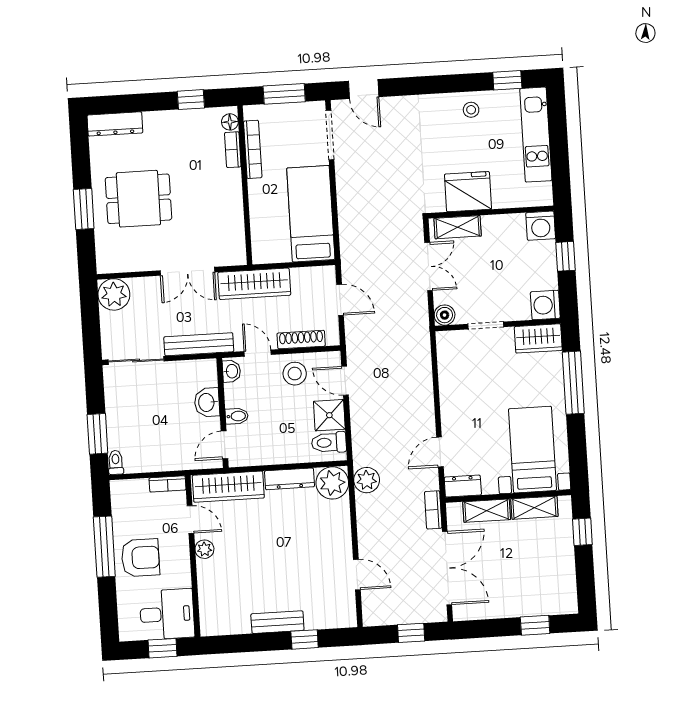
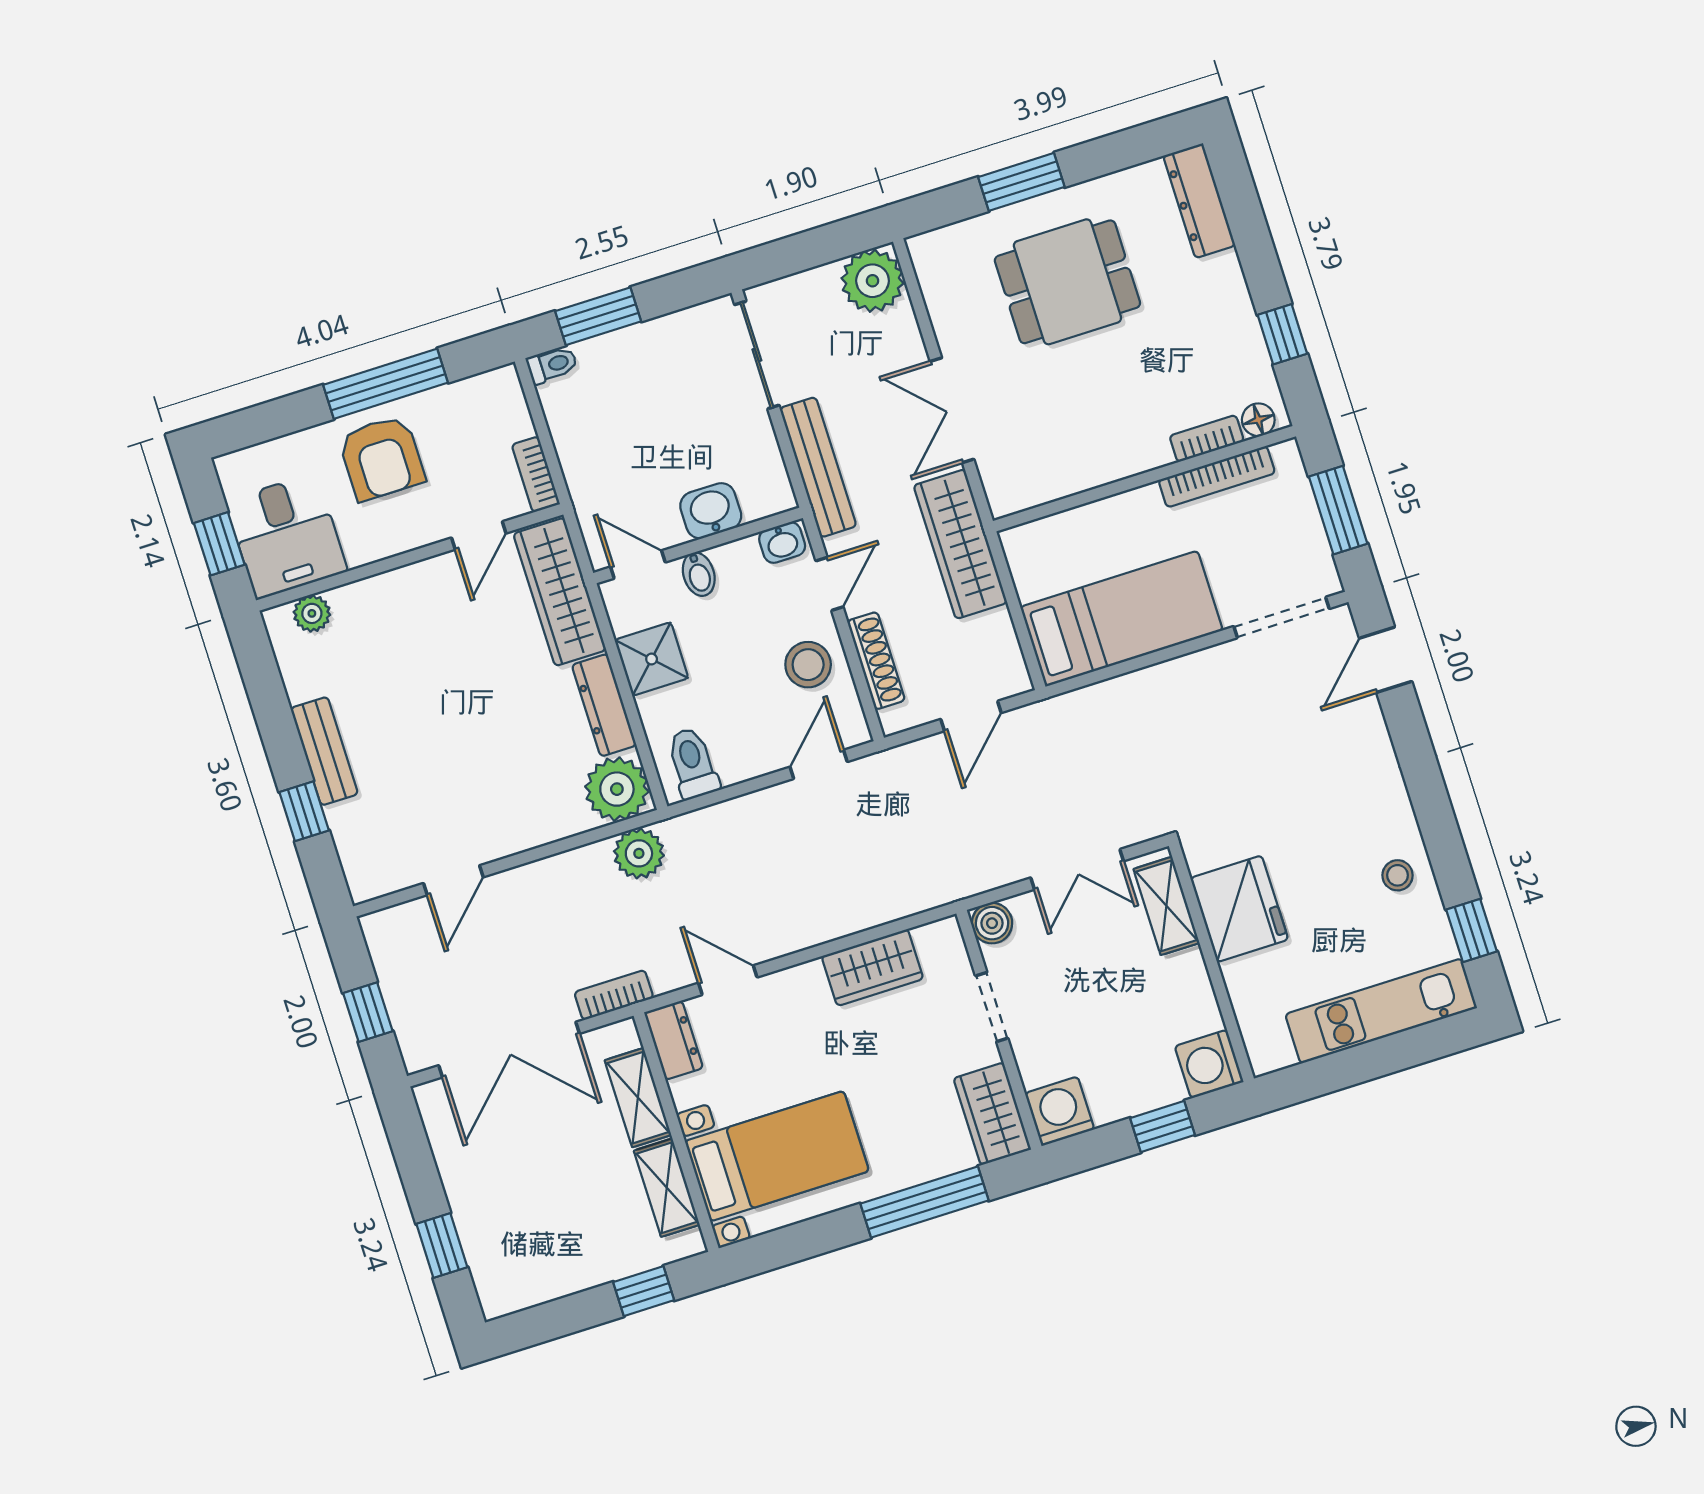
dining table: (138, 199) -> (1067, 282), turned 90
wardrobe: (452, 379) -> (872, 967), added
shower: (329, 415) -> (652, 659), moved
plant: (204, 549) -> (312, 613), moved

